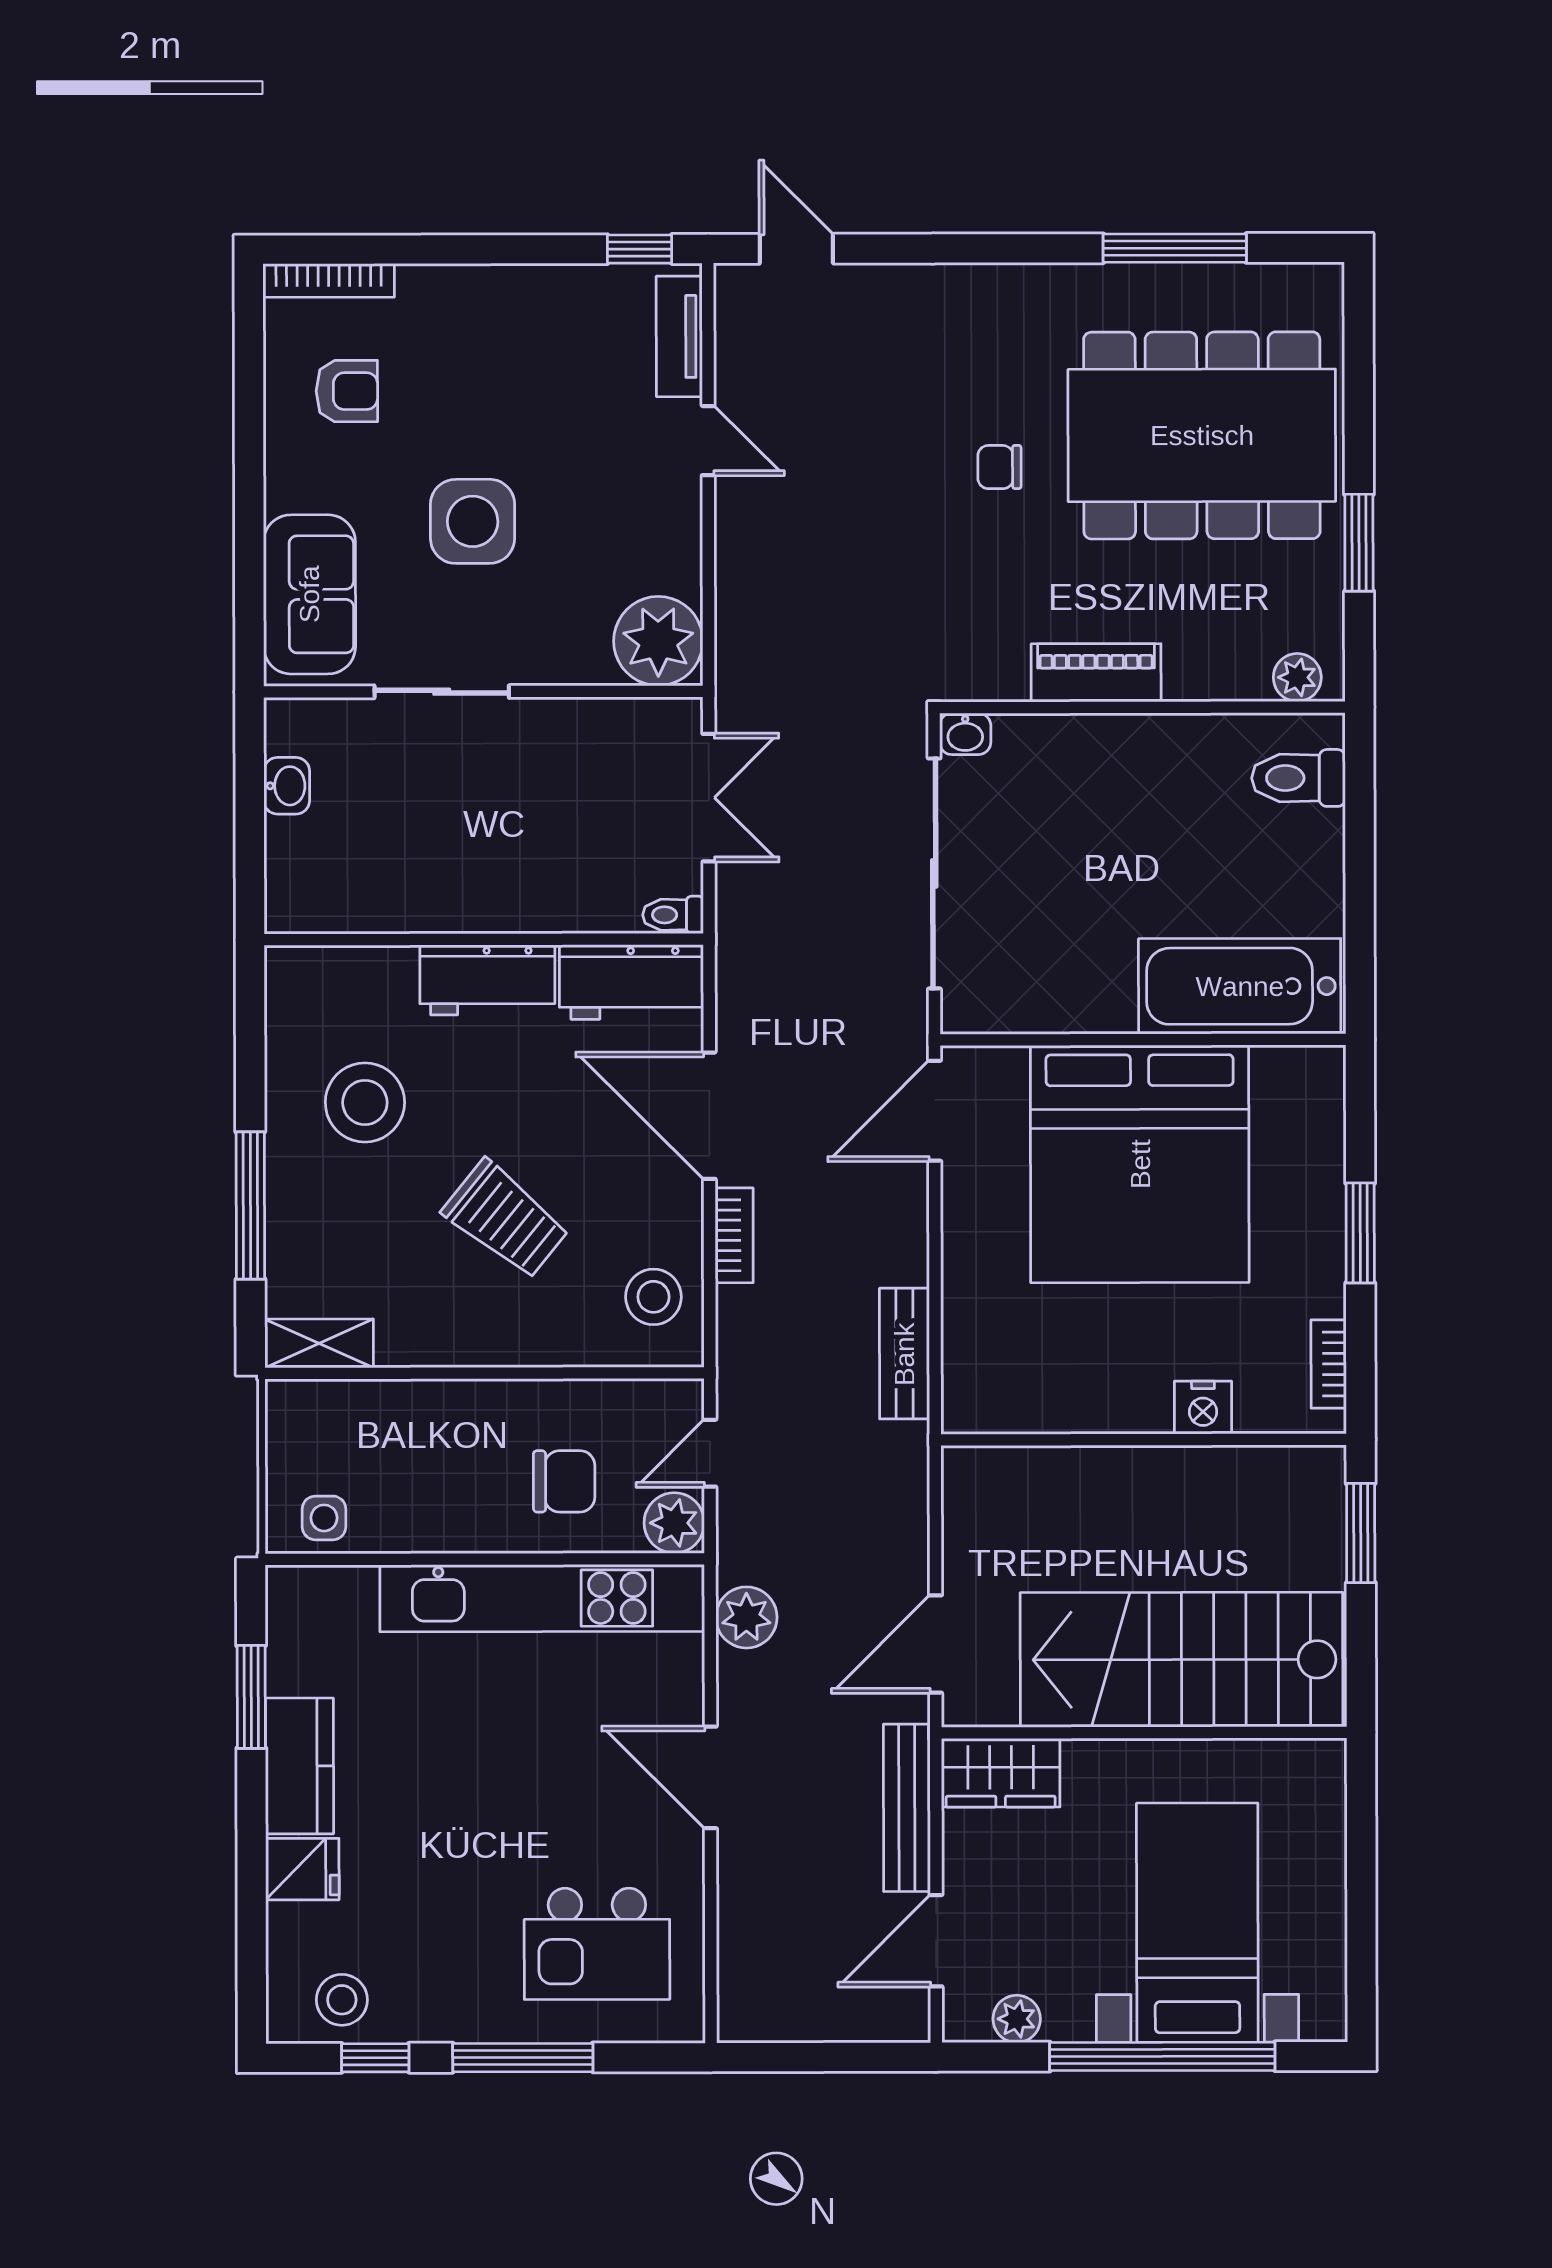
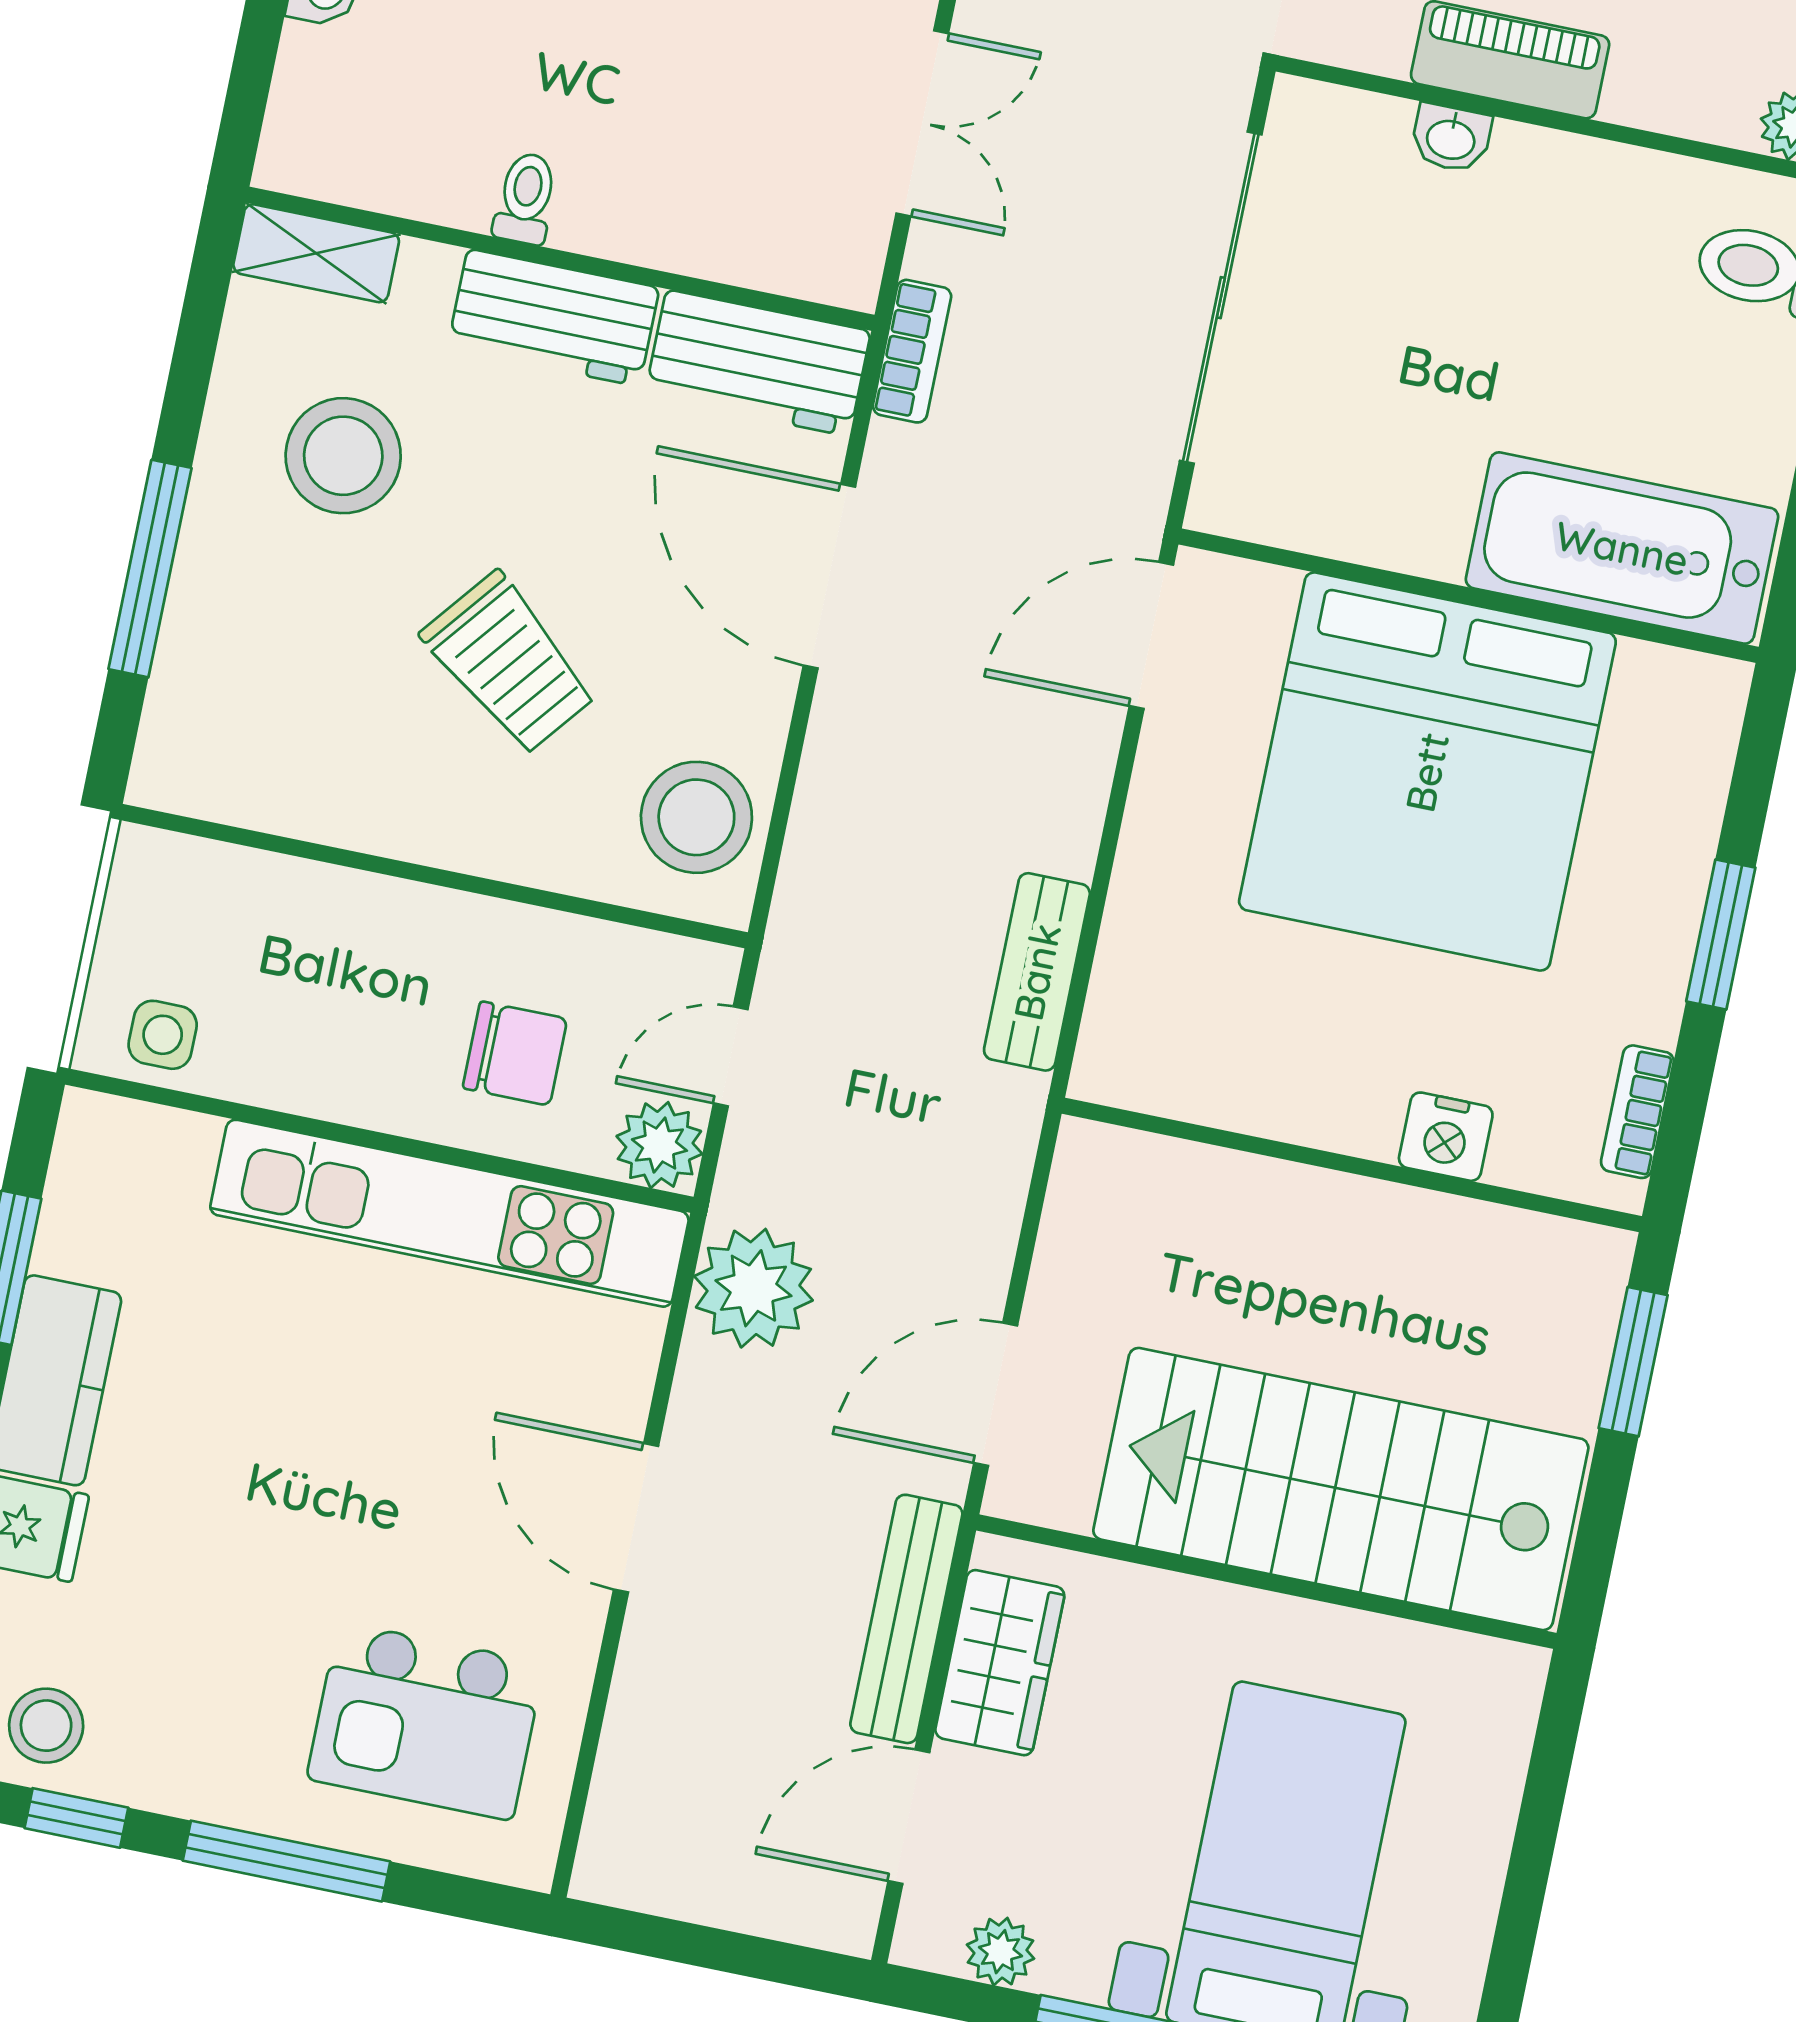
washbasin: (965, 734) -> (1451, 138), moved
toilet: (673, 915) -> (526, 198), moved, turned 90
bookcase: (734, 1235) -> (912, 351), moved
stool: (653, 1297) -> (696, 817), width x1.38, depth x1.38
shelving: (319, 1343) -> (316, 253), moved
plant: (746, 1617) -> (753, 1288), width x1.36, depth x1.36
wardrobe: (1001, 1773) -> (1000, 1663), moved, turned -90

